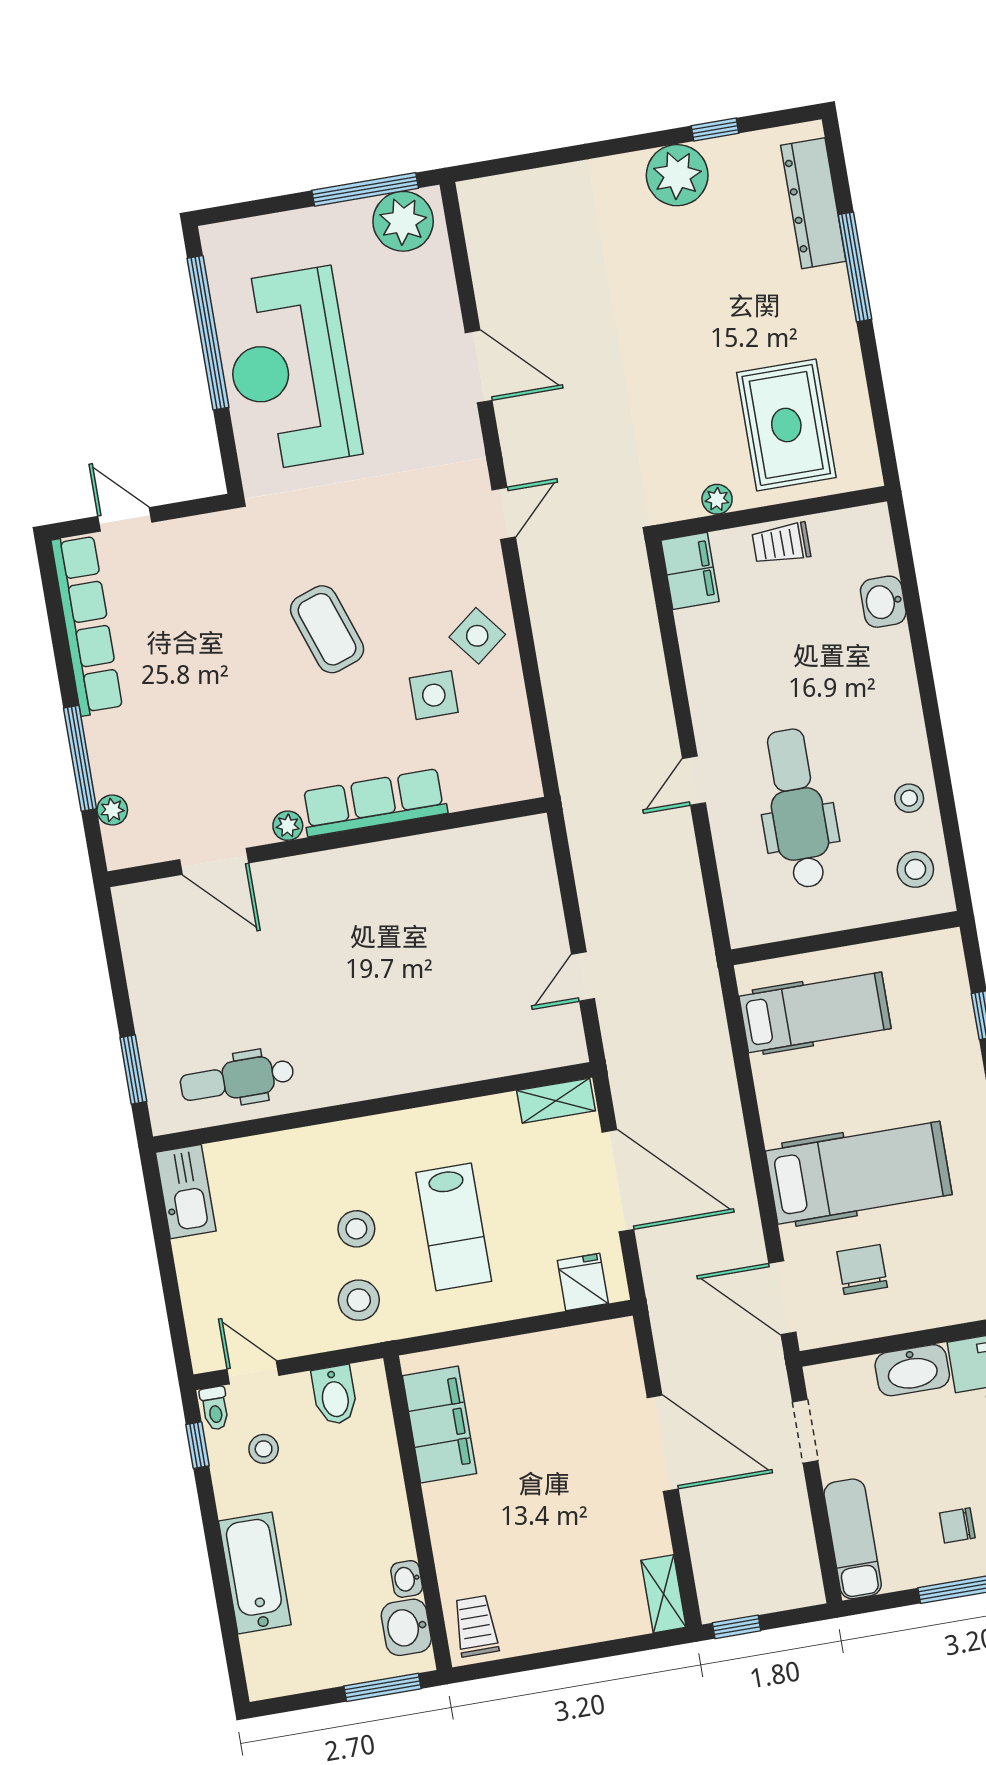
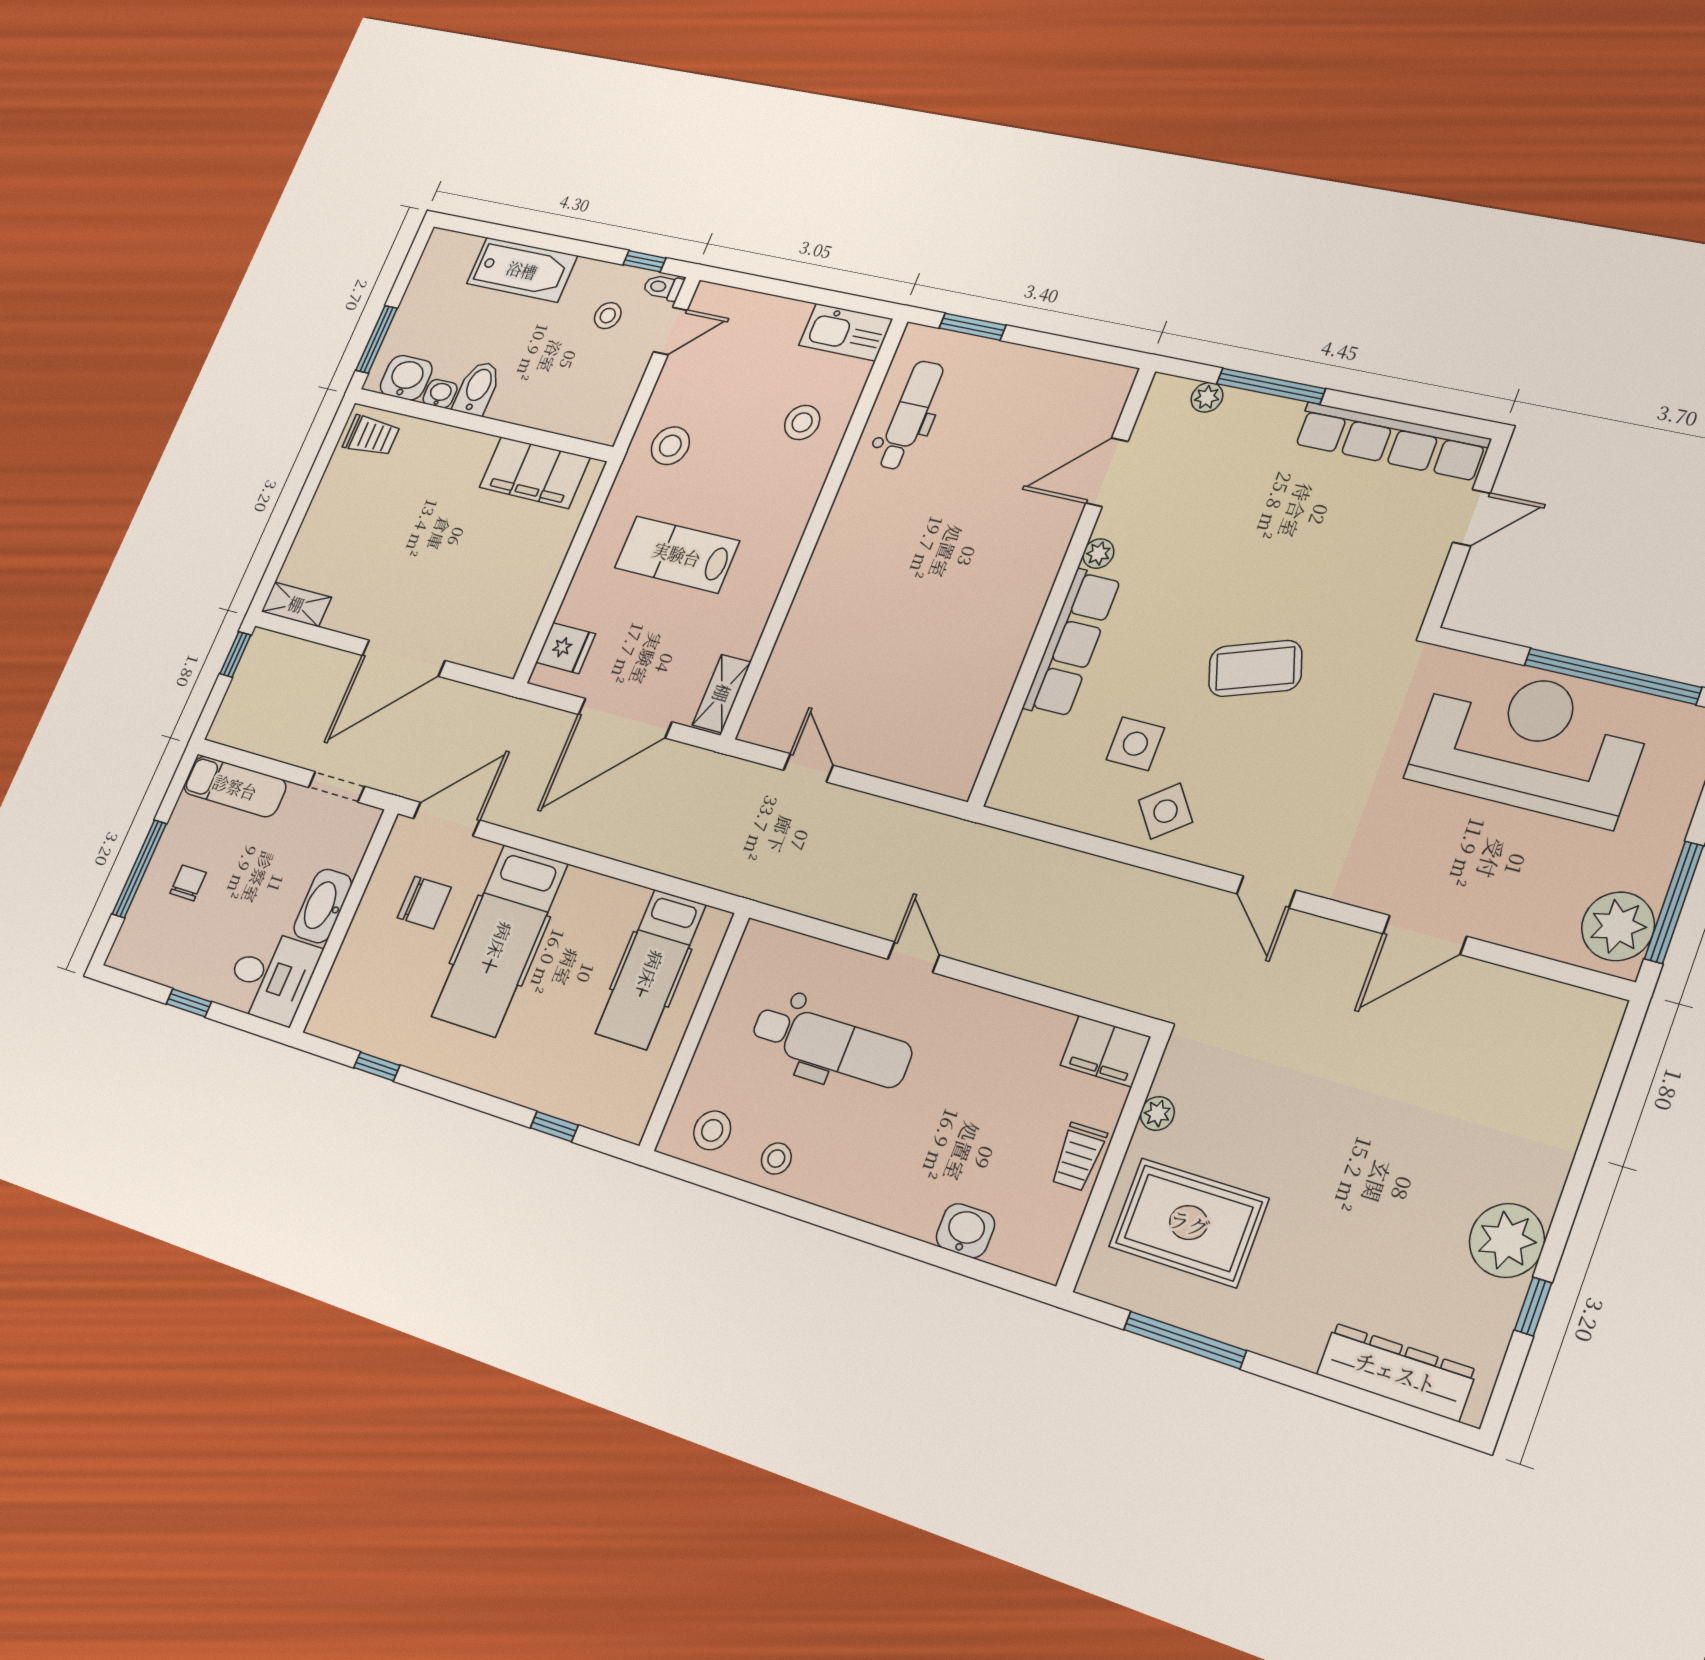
window: (855, 267) -> (1185, 1340), moved
trolley: (781, 543) -> (1078, 1157), turned 180
stool: (356, 1229) -> (802, 422), moved
bidet: (335, 1395) -> (477, 388), moved, turned 90

